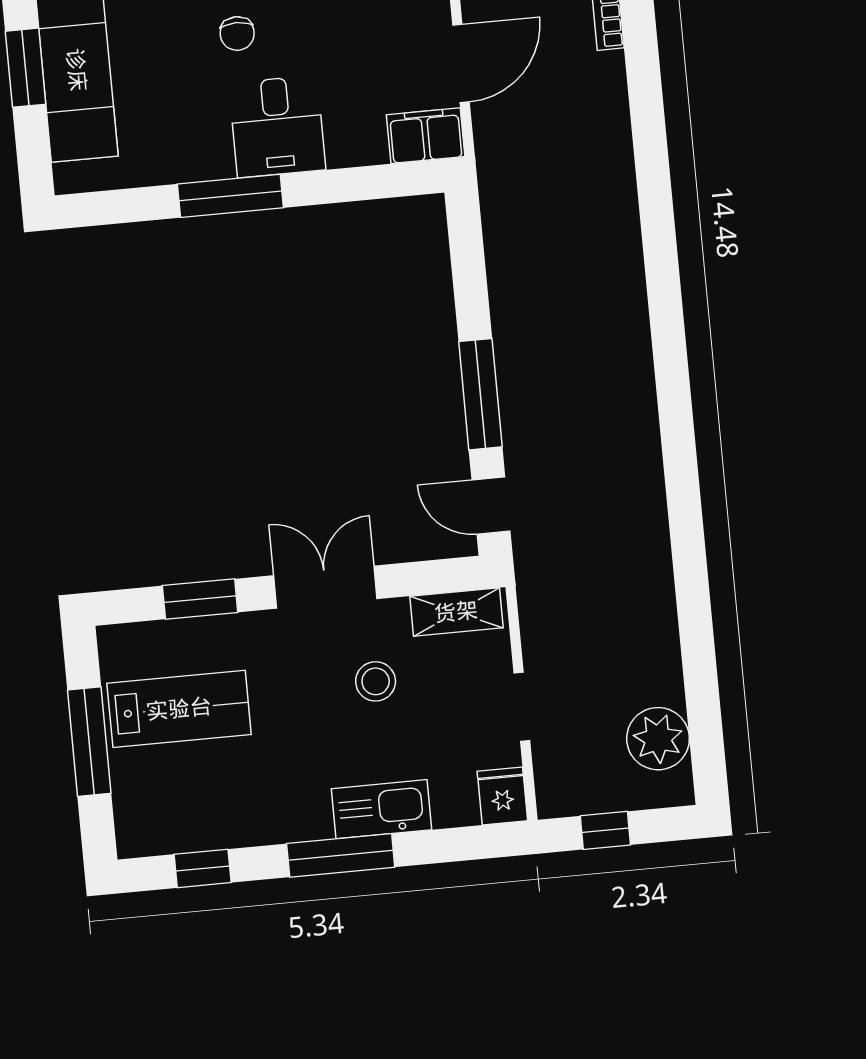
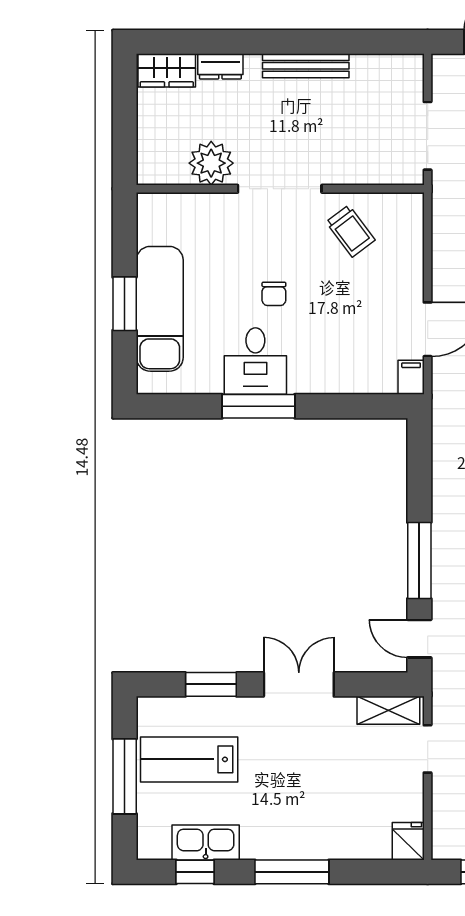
desk: (277, 126) -> (255, 361), moved
filing cabinet: (426, 136) -> (411, 377), width x0.50
stool: (376, 681) -> (328, 753), removed
doorway: (522, 707) -> (428, 749), moved
lab bench: (179, 709) -> (189, 759), turned 180
kitchen sink: (382, 809) -> (206, 842), moved

